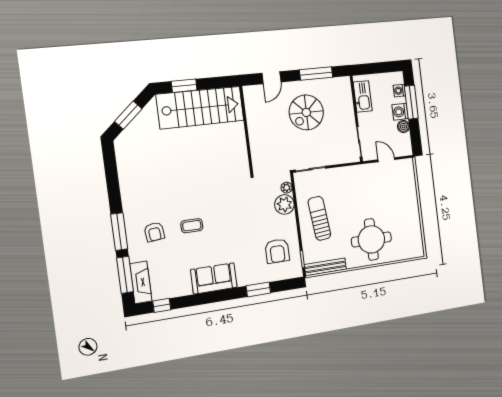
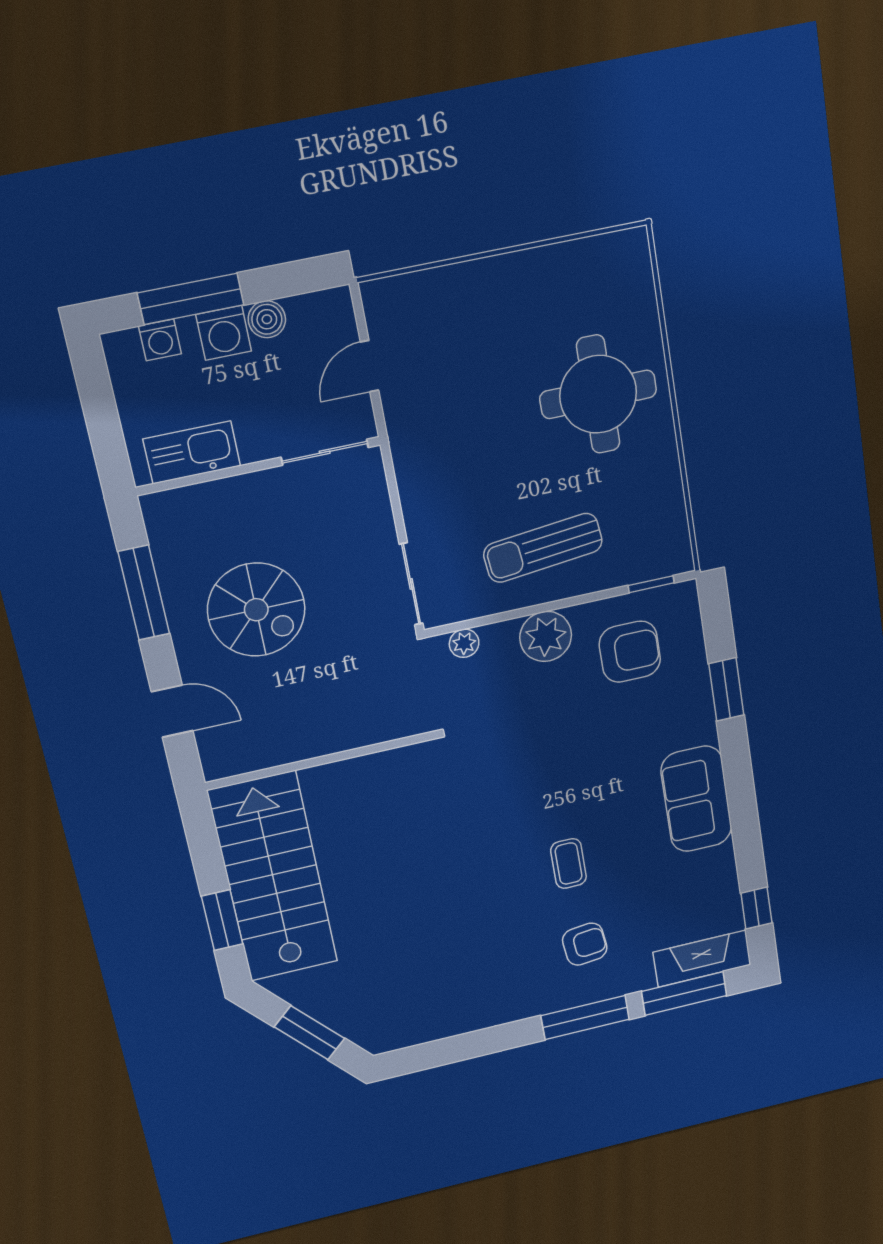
plant: (284, 204) -> (546, 636), moved
bench: (325, 267) -> (672, 520), removed

